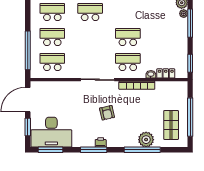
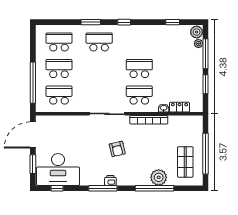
window: (190, 63) -> (206, 84), moved
window: (50, 150) -> (57, 188), width x0.46

